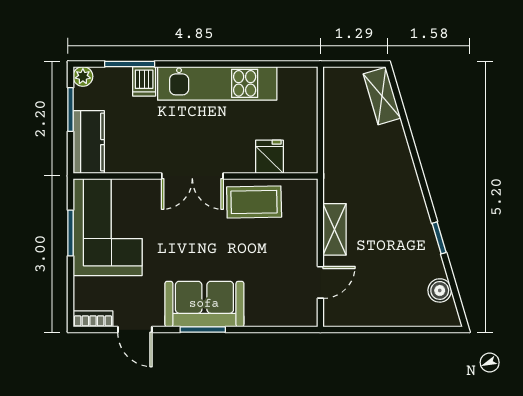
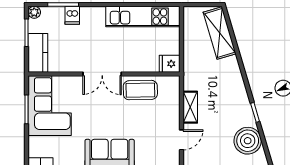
kitchen unit: (217, 83) -> (143, 17), moved
shelving: (382, 96) -> (220, 33), width x1.50, depth x1.33
fridge: (269, 157) -> (170, 64), moved, turned -90
boiler: (440, 290) -> (248, 141), width x1.86, depth x1.86

